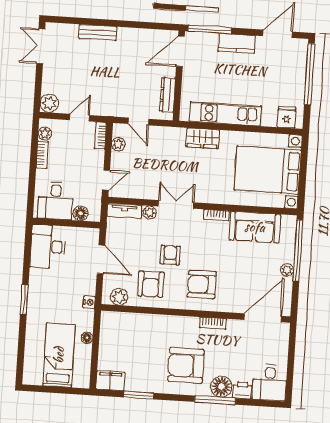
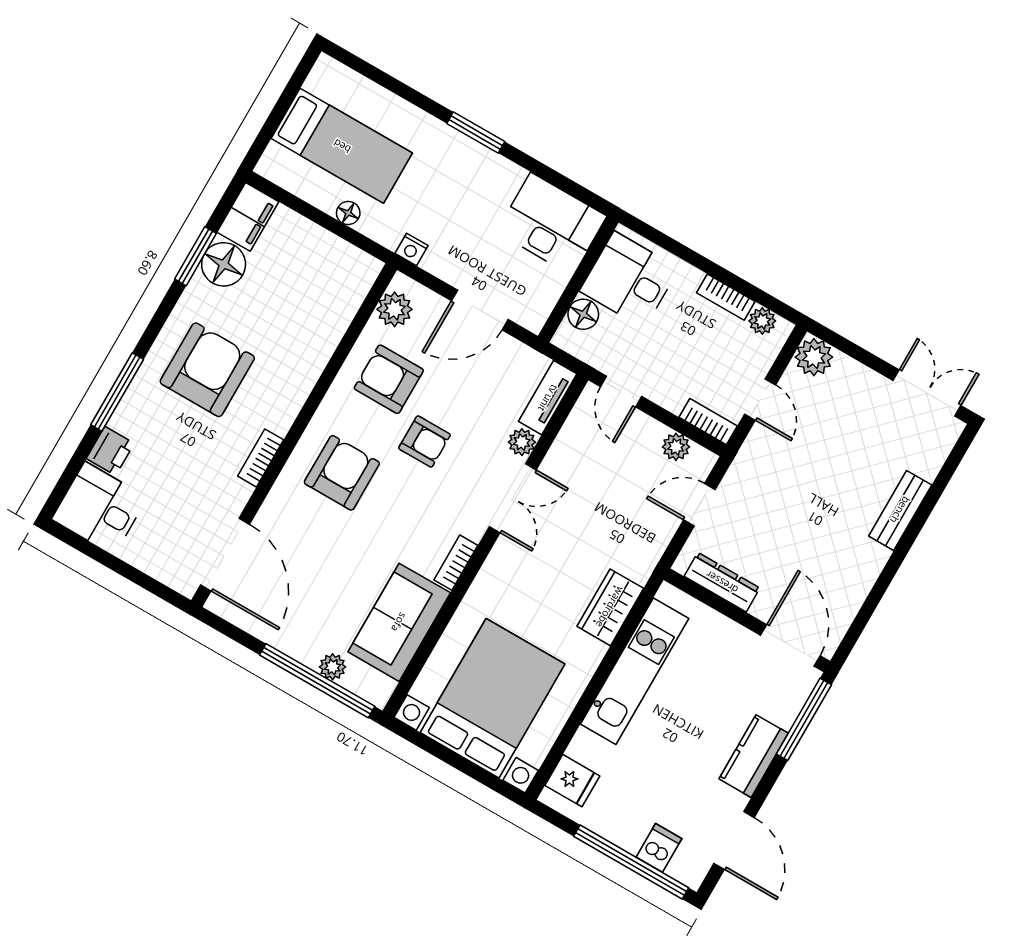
dishwasher: (297, 65) -> (659, 848), added
plant: (287, 270) -> (333, 667), moved
floor lamp: (221, 387) -> (224, 264), moved

